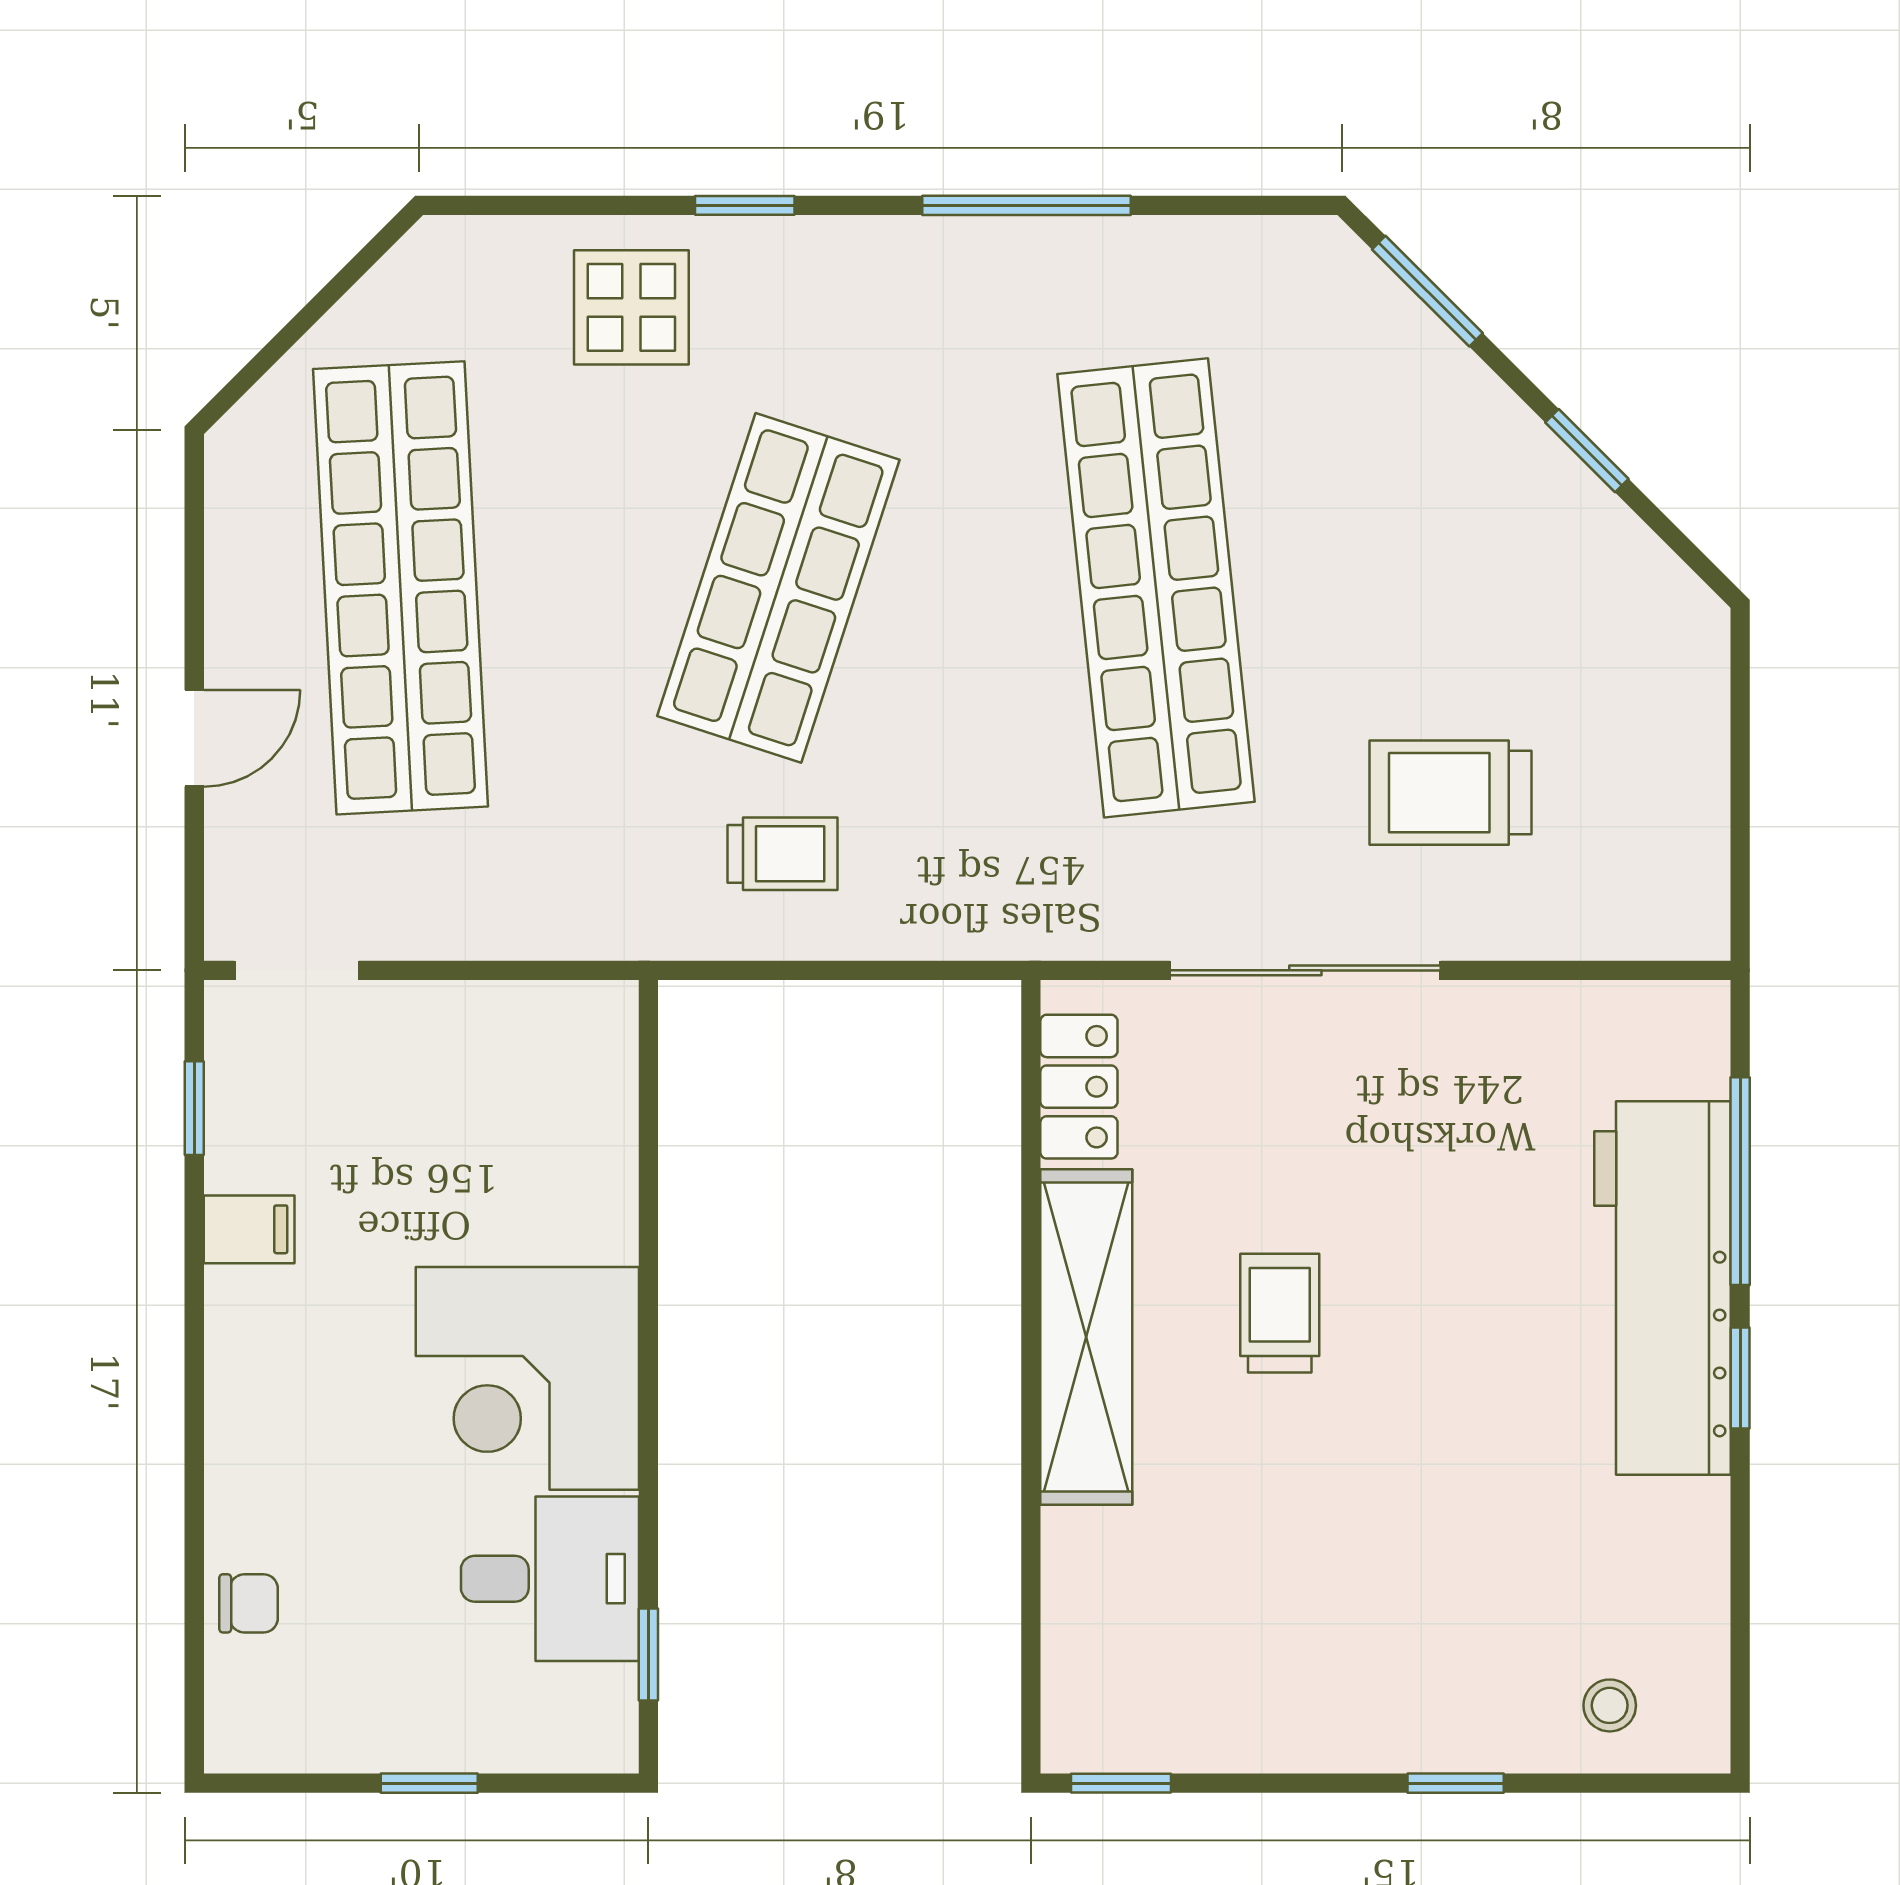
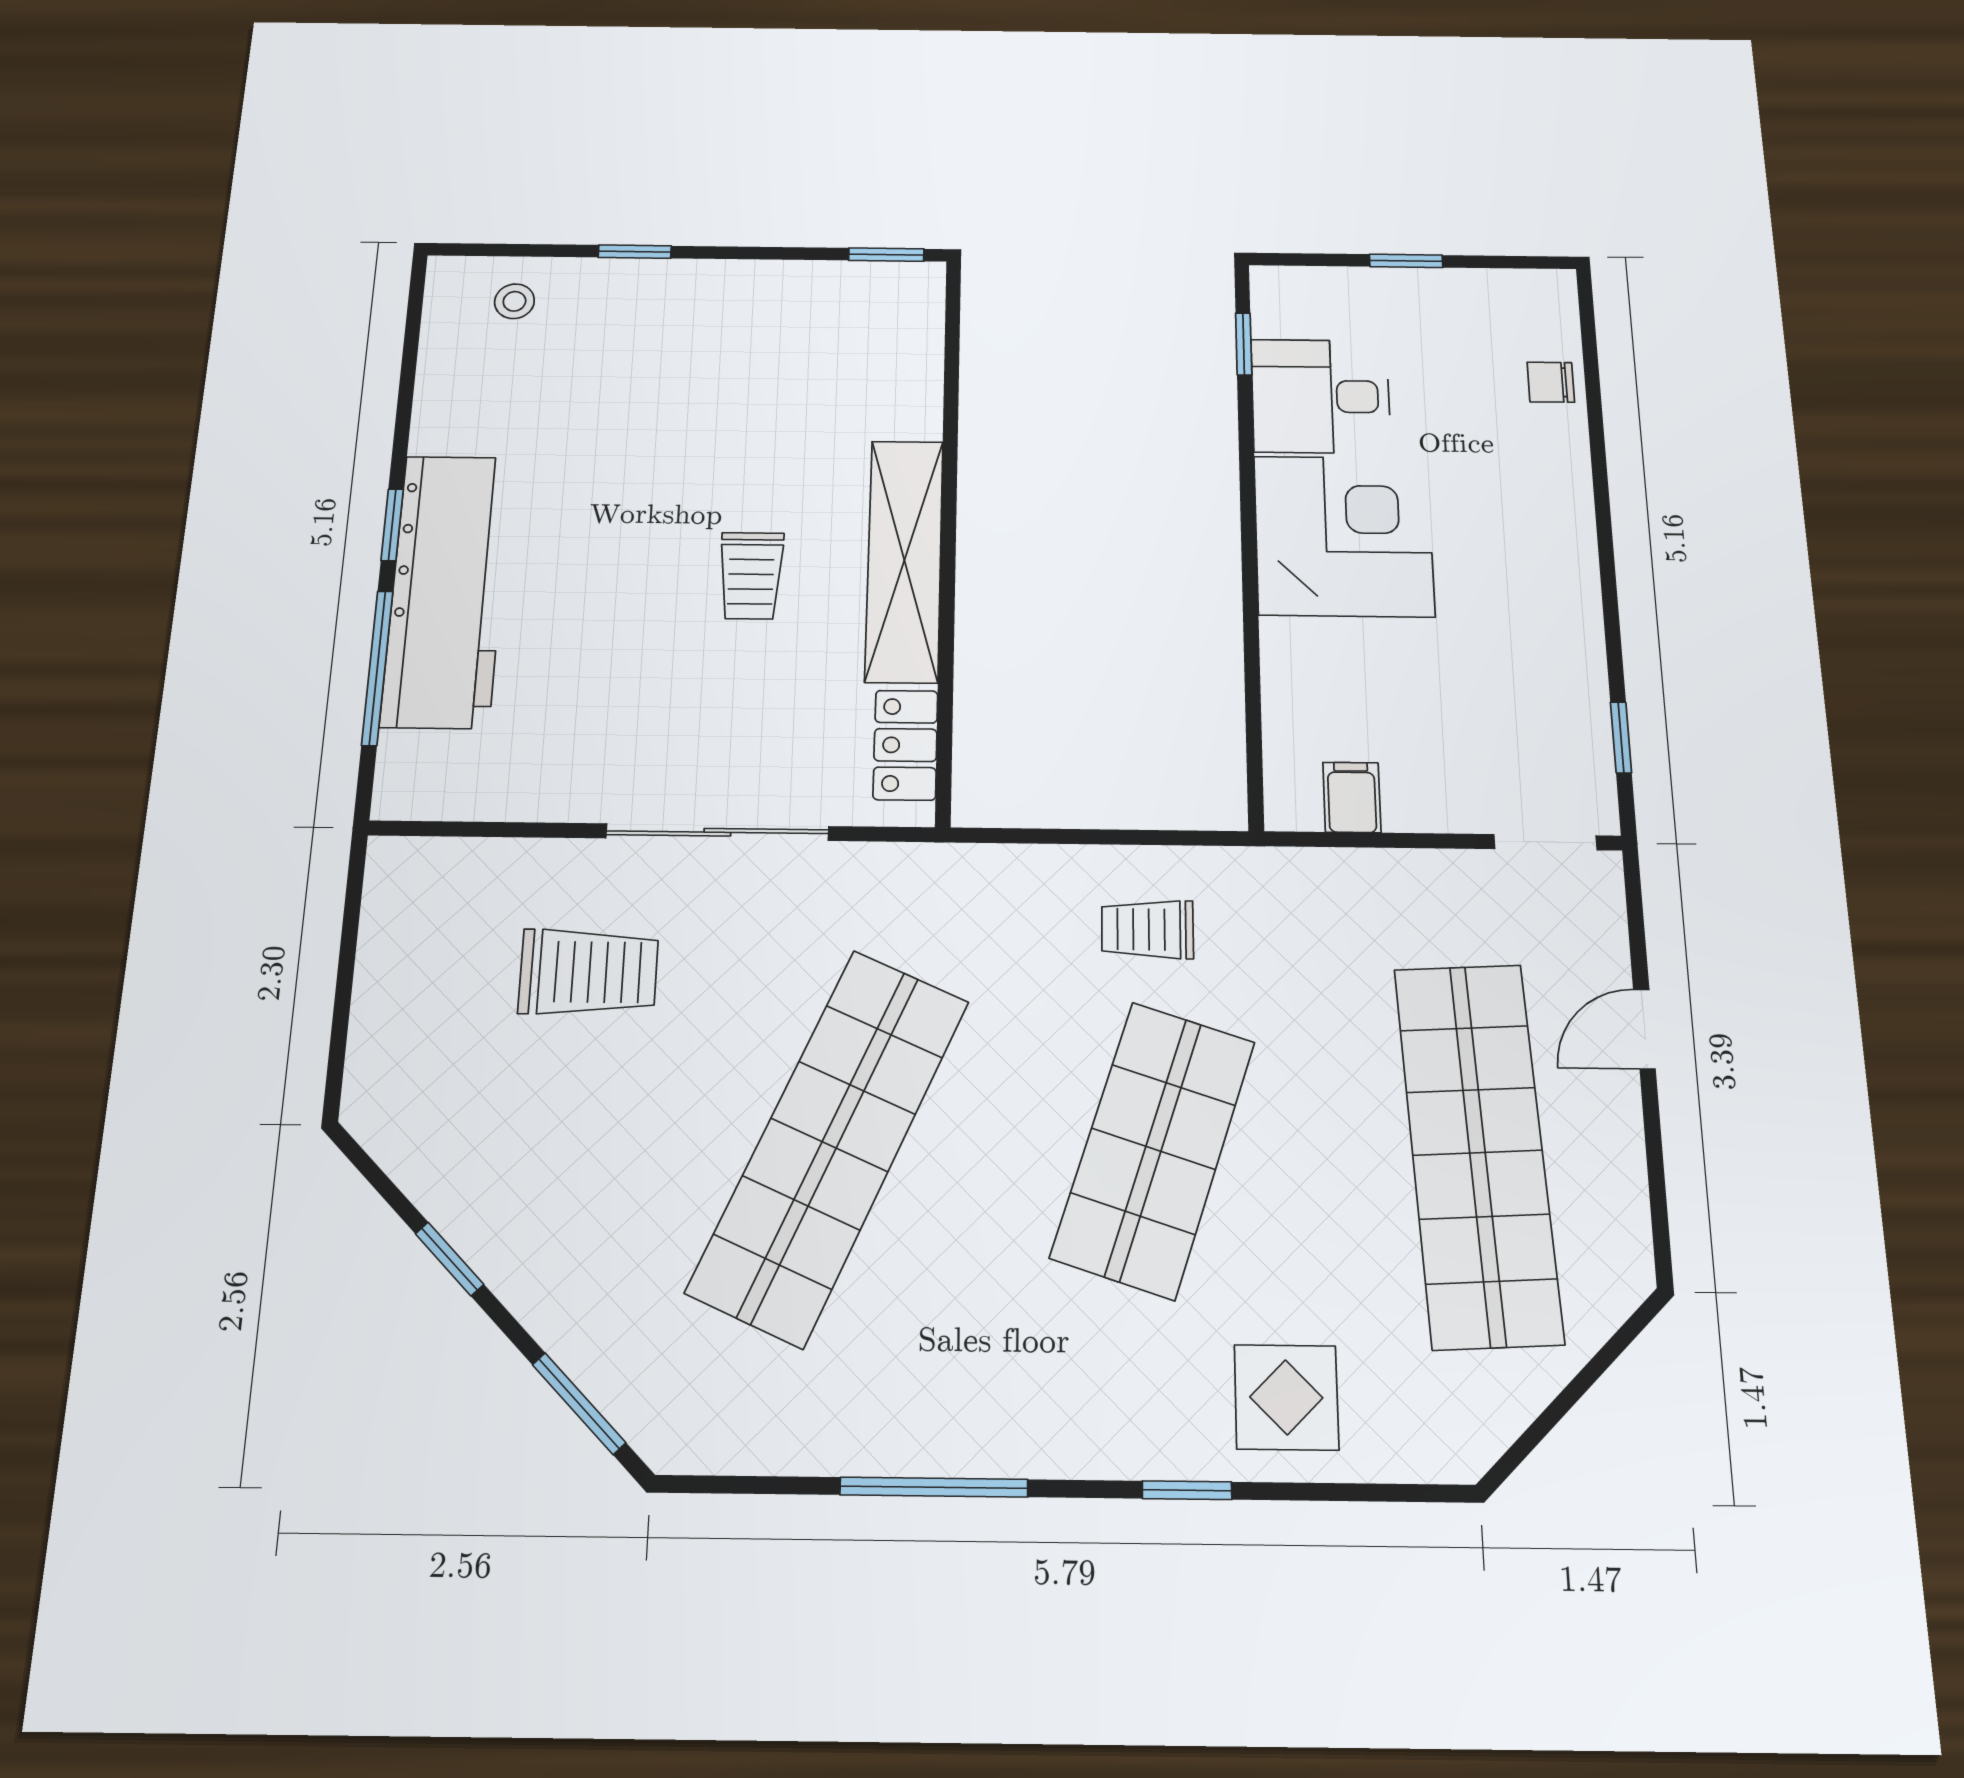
shop shelf: (1156, 588) -> (829, 1145), turned 30
filing cabinet: (249, 1229) -> (1352, 797), moved, turned 90

